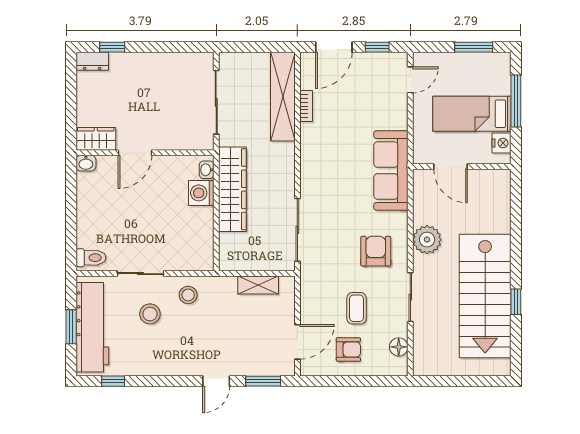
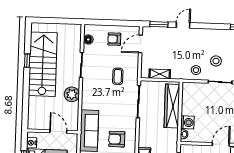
wardrobe: (232, 189) -> (172, 106), moved
armchair: (376, 251) -> (117, 139), moved, turned 90
coffee table: (357, 308) -> (118, 76), moved

